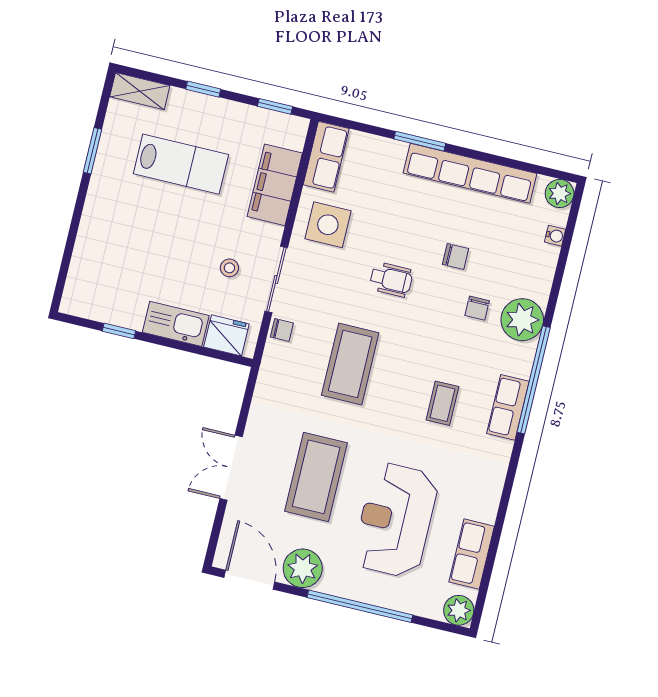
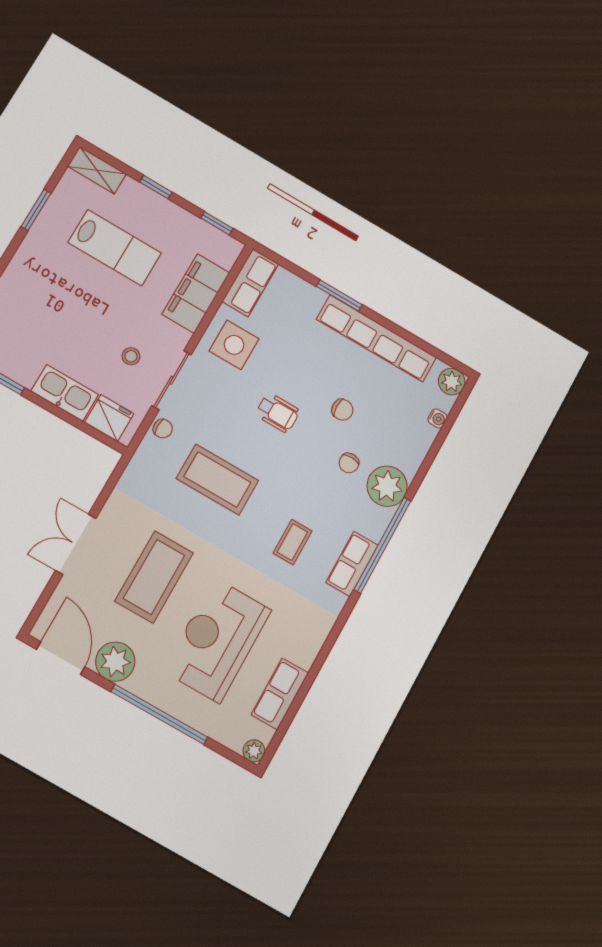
coffee table: (350, 364) -> (217, 480), turned 90
plant: (459, 610) -> (254, 751), width x0.73, depth x0.73

